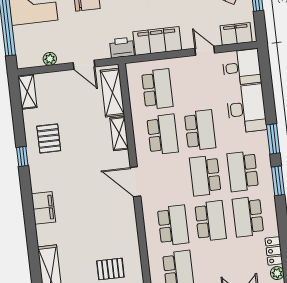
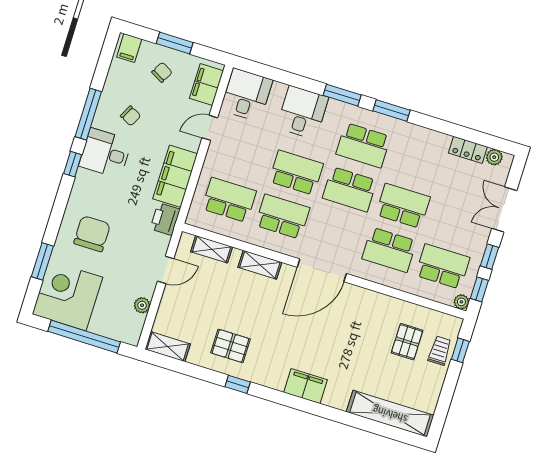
shelving: (112, 93) -> (212, 249), width x0.67, depth x0.75
desk: (246, 109) -> (302, 112), width x0.73
door: (135, 182) -> (322, 270), width x1.36
school desk: (248, 217) -> (417, 162), removed
school desk: (173, 225) -> (389, 250), turned 180

